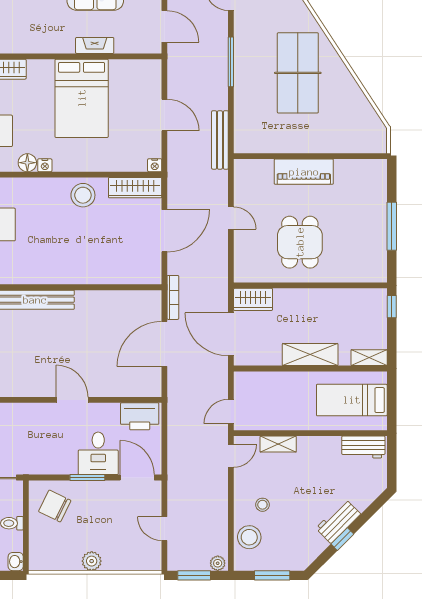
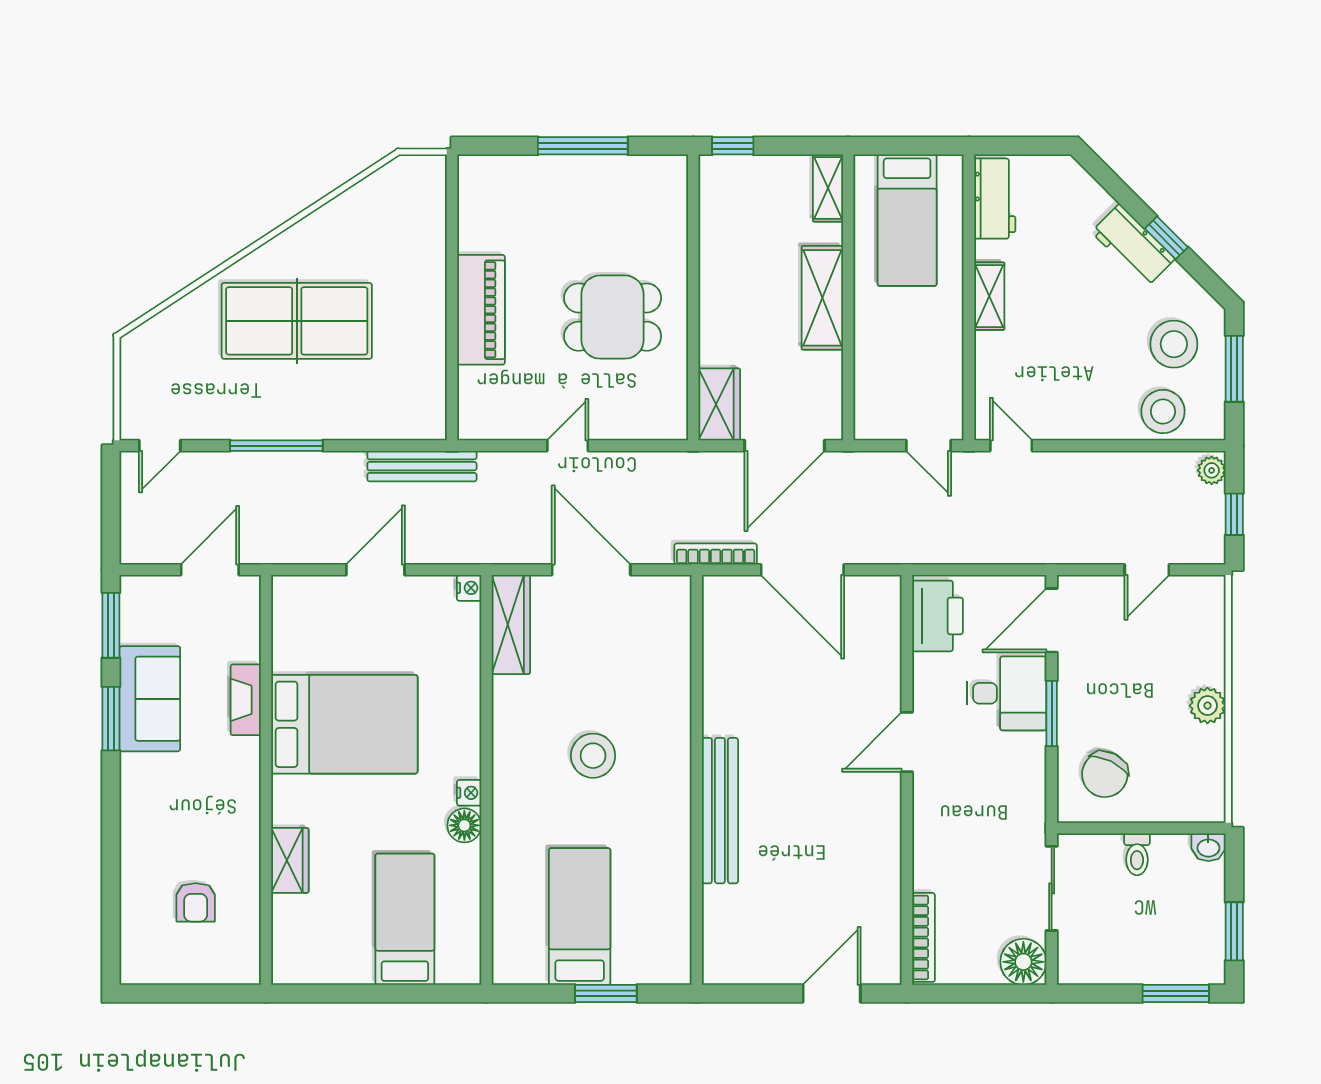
stool: (83, 195) -> (593, 756), moved
shelving: (278, 444) -> (989, 296), moved
stool: (262, 505) -> (1174, 344), moved, width x1.89, depth x1.89
window: (194, 575) -> (1234, 514), width x0.67

